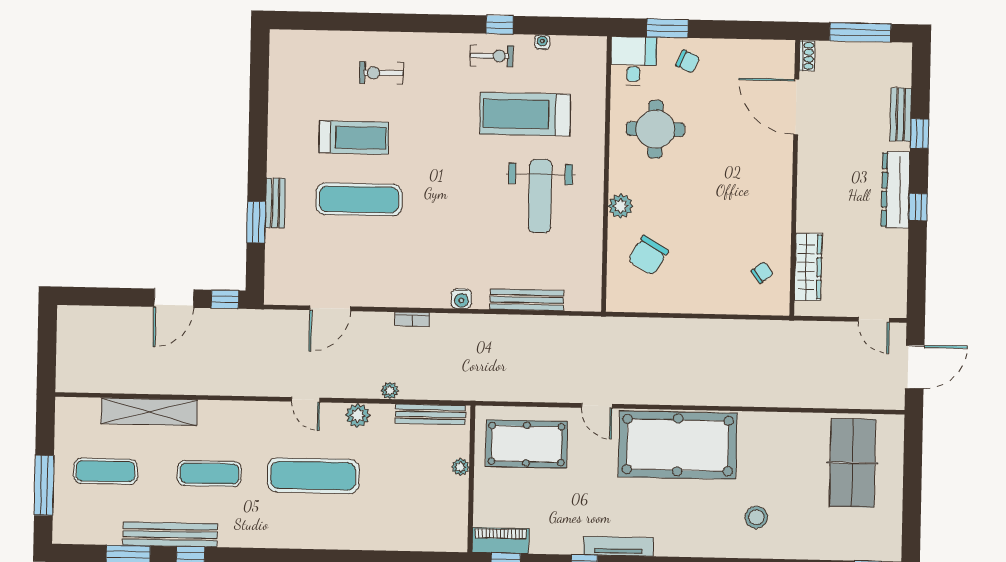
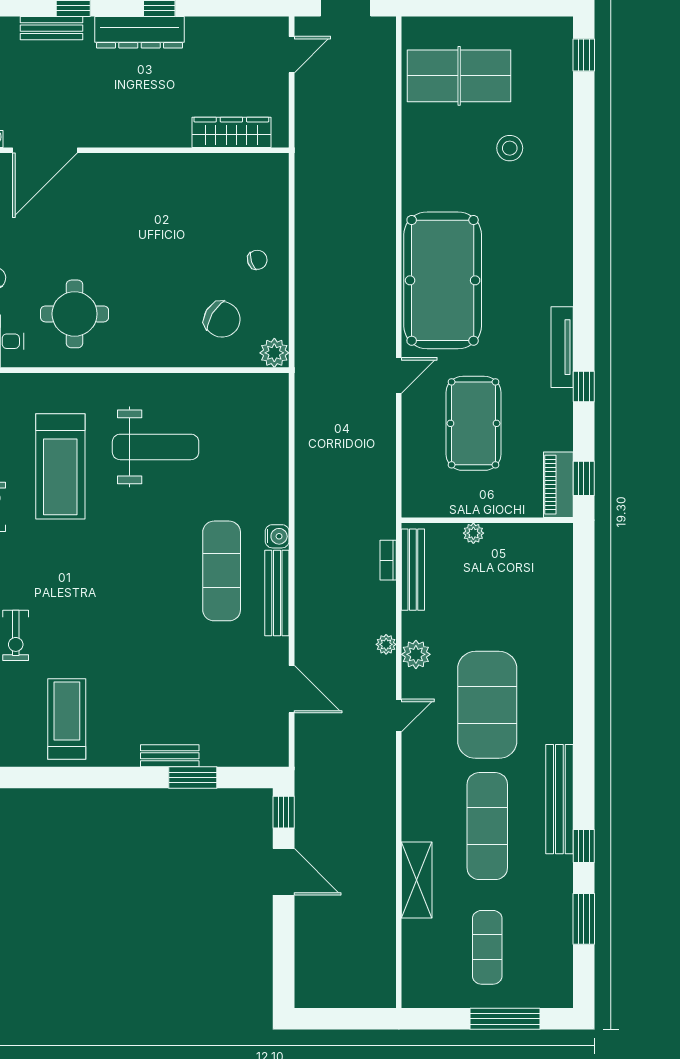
treadmill: (354, 138) -> (67, 719), moved
exercise mat: (359, 199) -> (222, 571), moved
plant: (621, 206) -> (274, 353), moved
chair: (762, 272) -> (257, 260), moved, turned 108
bench: (527, 300) -> (277, 593), moved
bookcase: (412, 319) -> (388, 560), moved, turned 180
plant: (390, 391) -> (386, 644), moved
shelving: (149, 412) -> (417, 880), width x0.68
pool table: (526, 444) -> (473, 423), moved
exercise mat: (209, 473) -> (487, 826), width x1.36, depth x1.45
exercise mat: (313, 476) -> (487, 705), width x1.47
stool: (756, 517) -> (510, 148), moved
bench: (170, 535) -> (559, 799), moved

